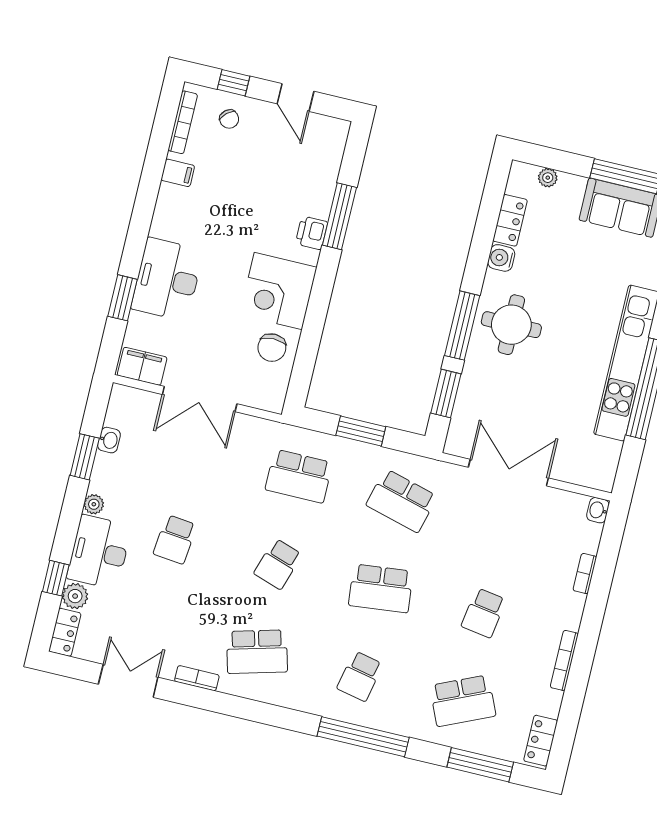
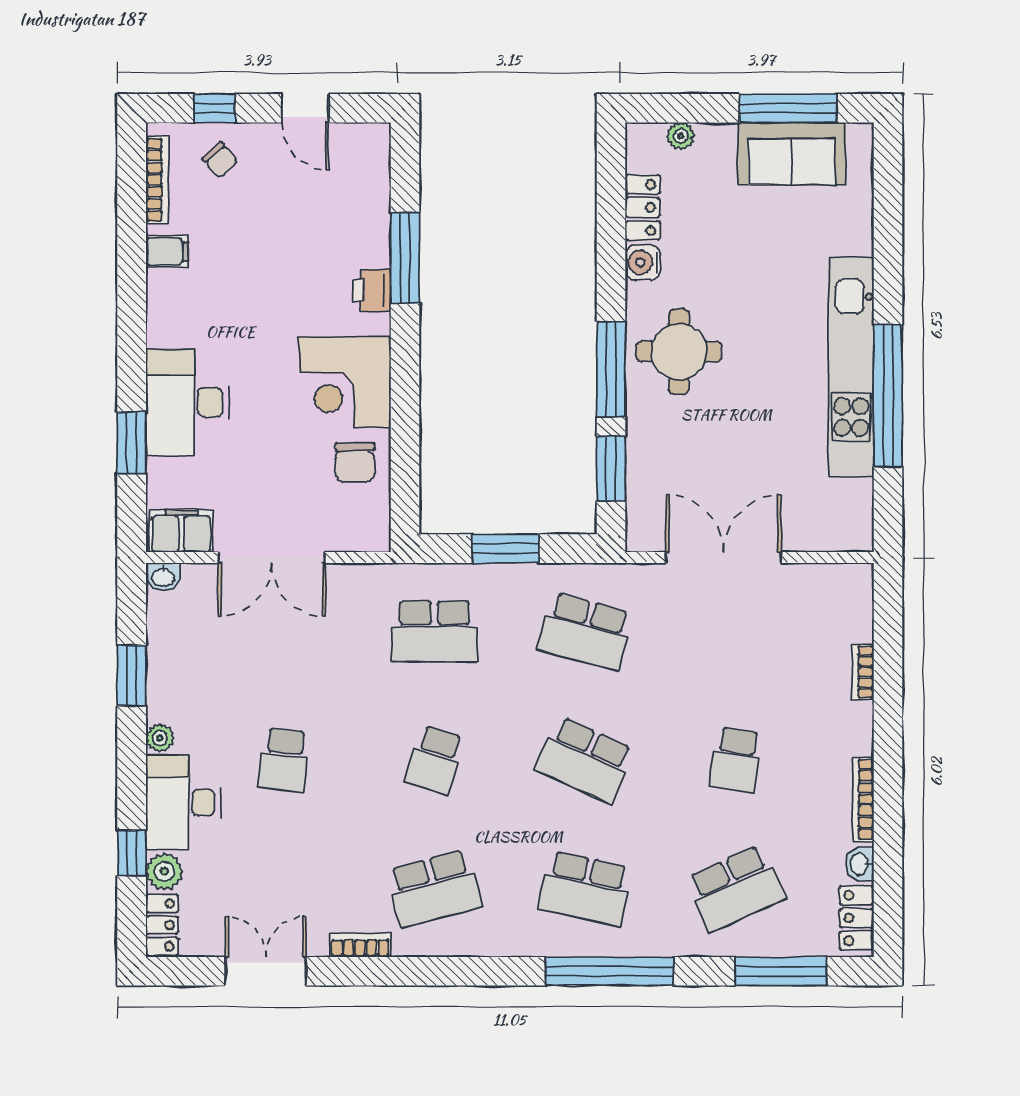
washbasin: (109, 440) -> (163, 577), moved, turned 90
washbasin: (598, 510) -> (860, 864), moved
school desk: (381, 588) -> (585, 760), turned 30
school desk: (360, 676) -> (585, 888), width x1.85

